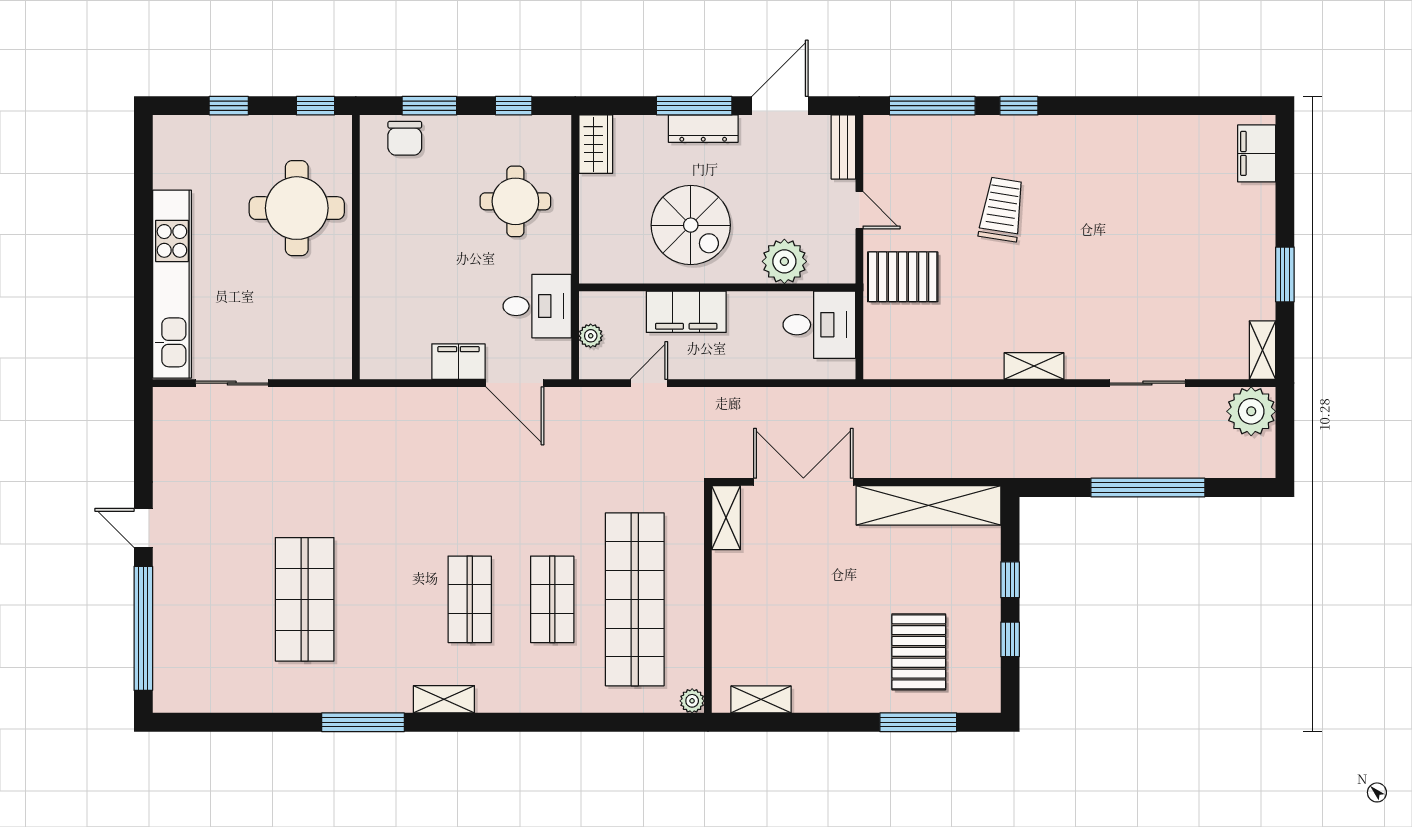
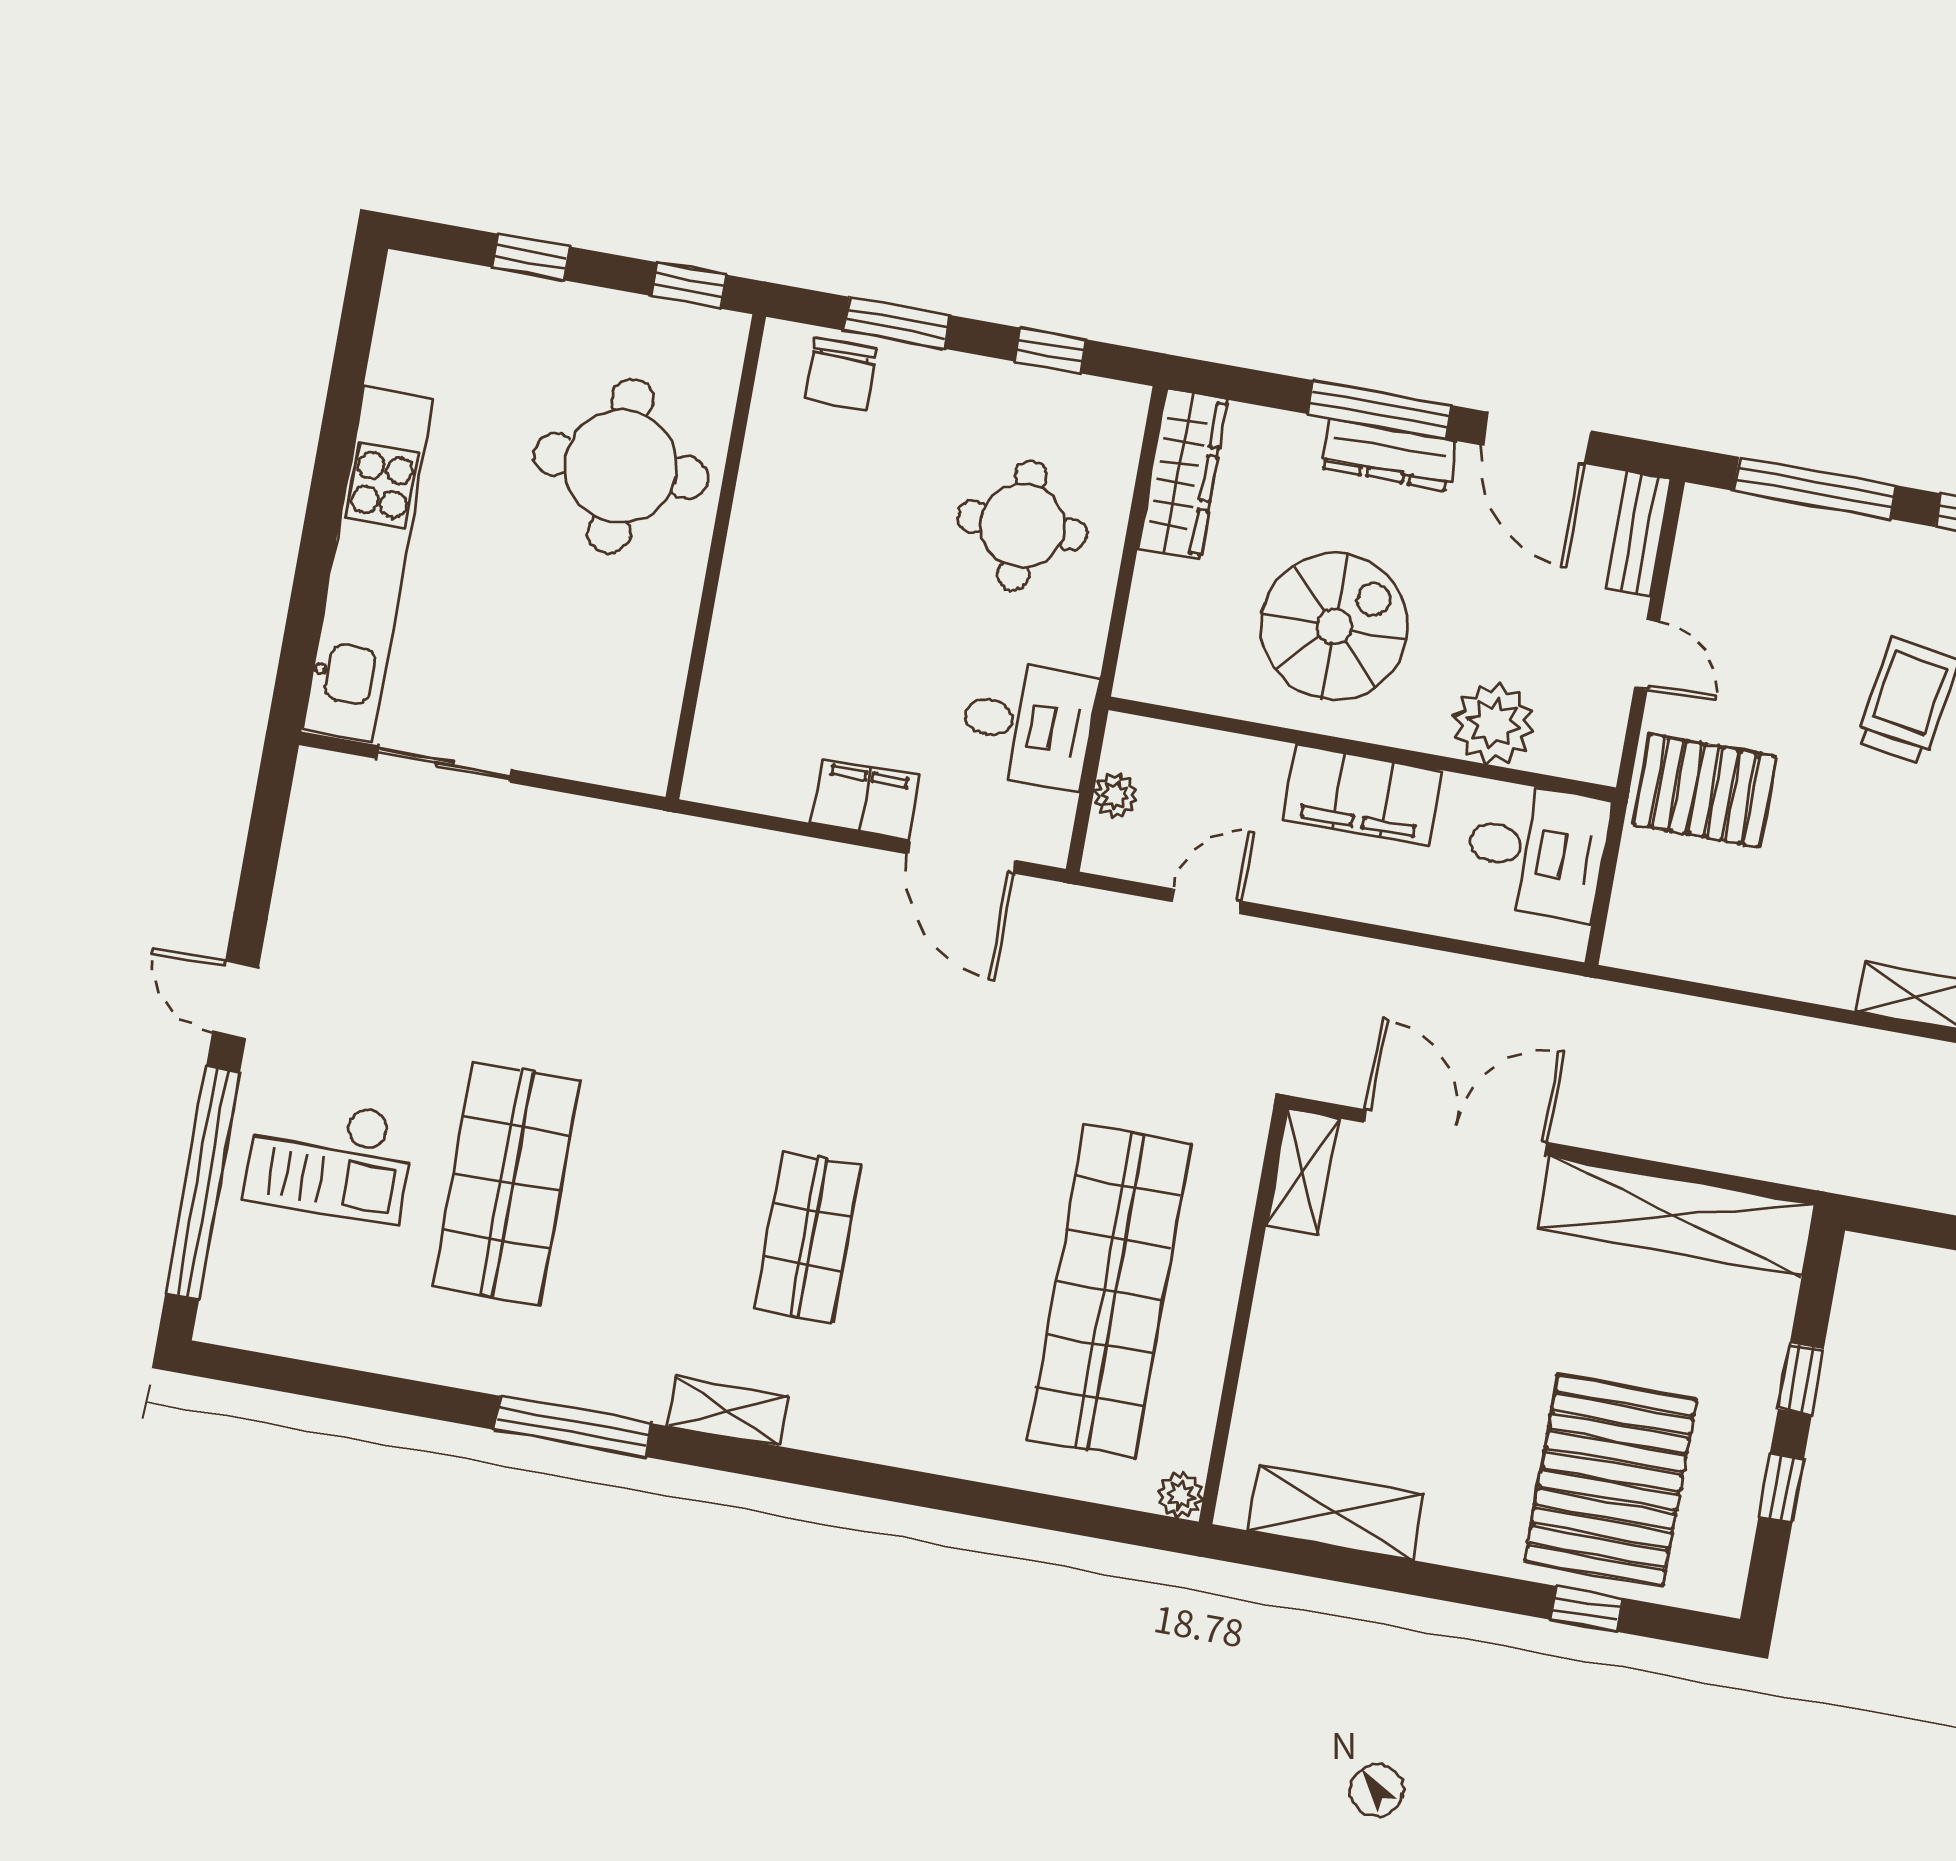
door: (780, 106) -> (1537, 438), swing flipped
wardrobe: (596, 144) -> (1183, 474), width x1.50
spiral stairs: (691, 225) -> (1334, 626), turned -90
filing cabinet: (686, 312) -> (1363, 795), moved
shop shelf: (552, 599) -> (959, 1264), removed
checkout: (209, 603) -> (330, 1158), added
pallet: (919, 652) -> (1610, 1481), width x1.37, depth x1.41
shelving: (761, 699) -> (1336, 1512), width x1.50, depth x1.33
window: (918, 722) -> (1587, 1609), width x0.46

